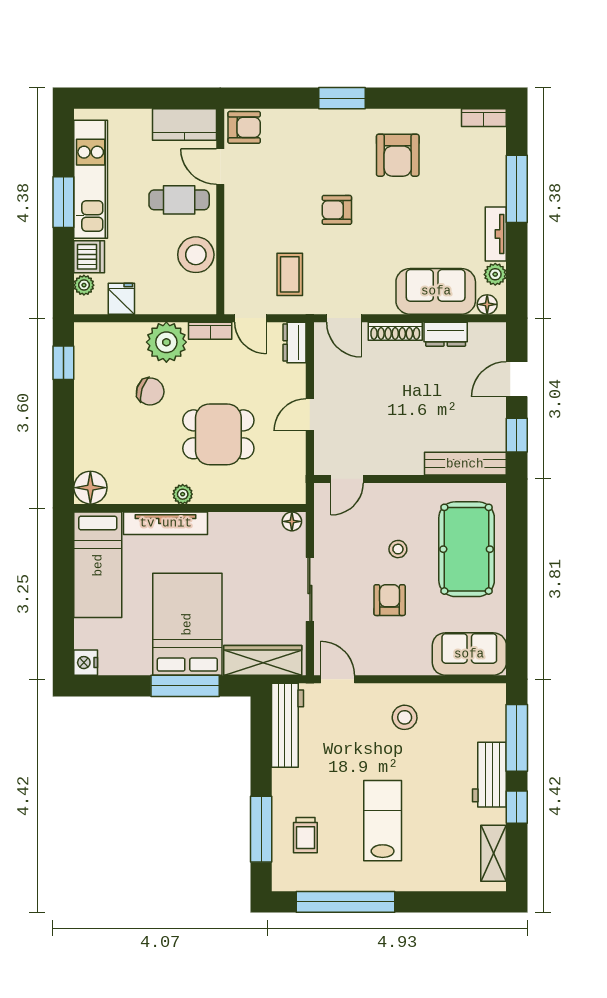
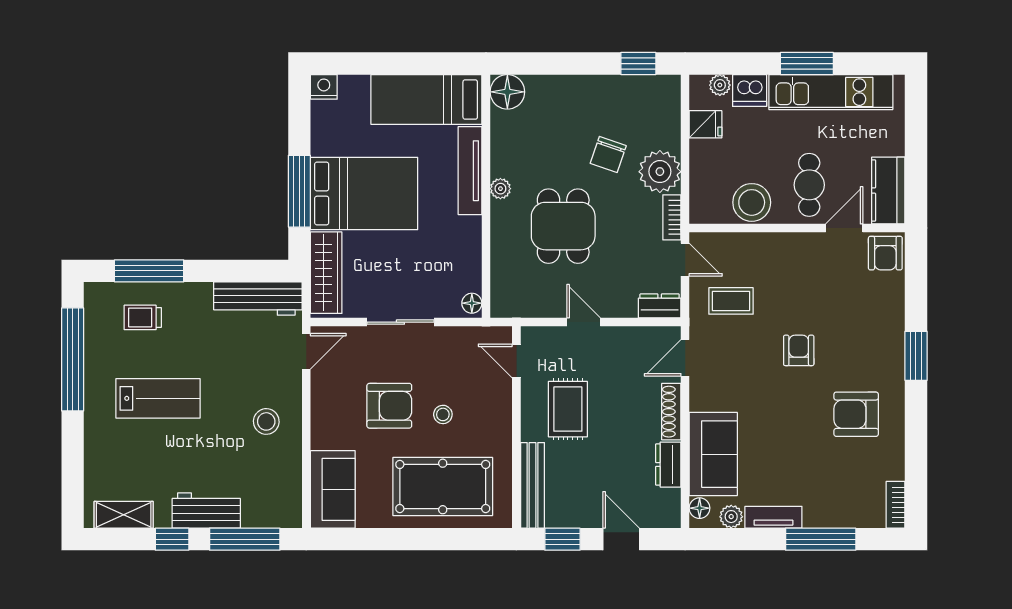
door: (250, 318) -> (685, 260), swing flipped
rug: (393, 430) -> (568, 409), added
armchair: (390, 600) -> (389, 406), width x1.38, depth x1.38

